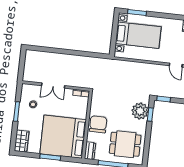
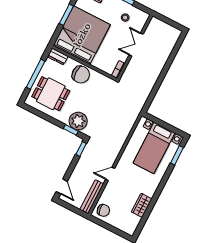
dining table: (125, 144) -> (51, 94), turned 90

